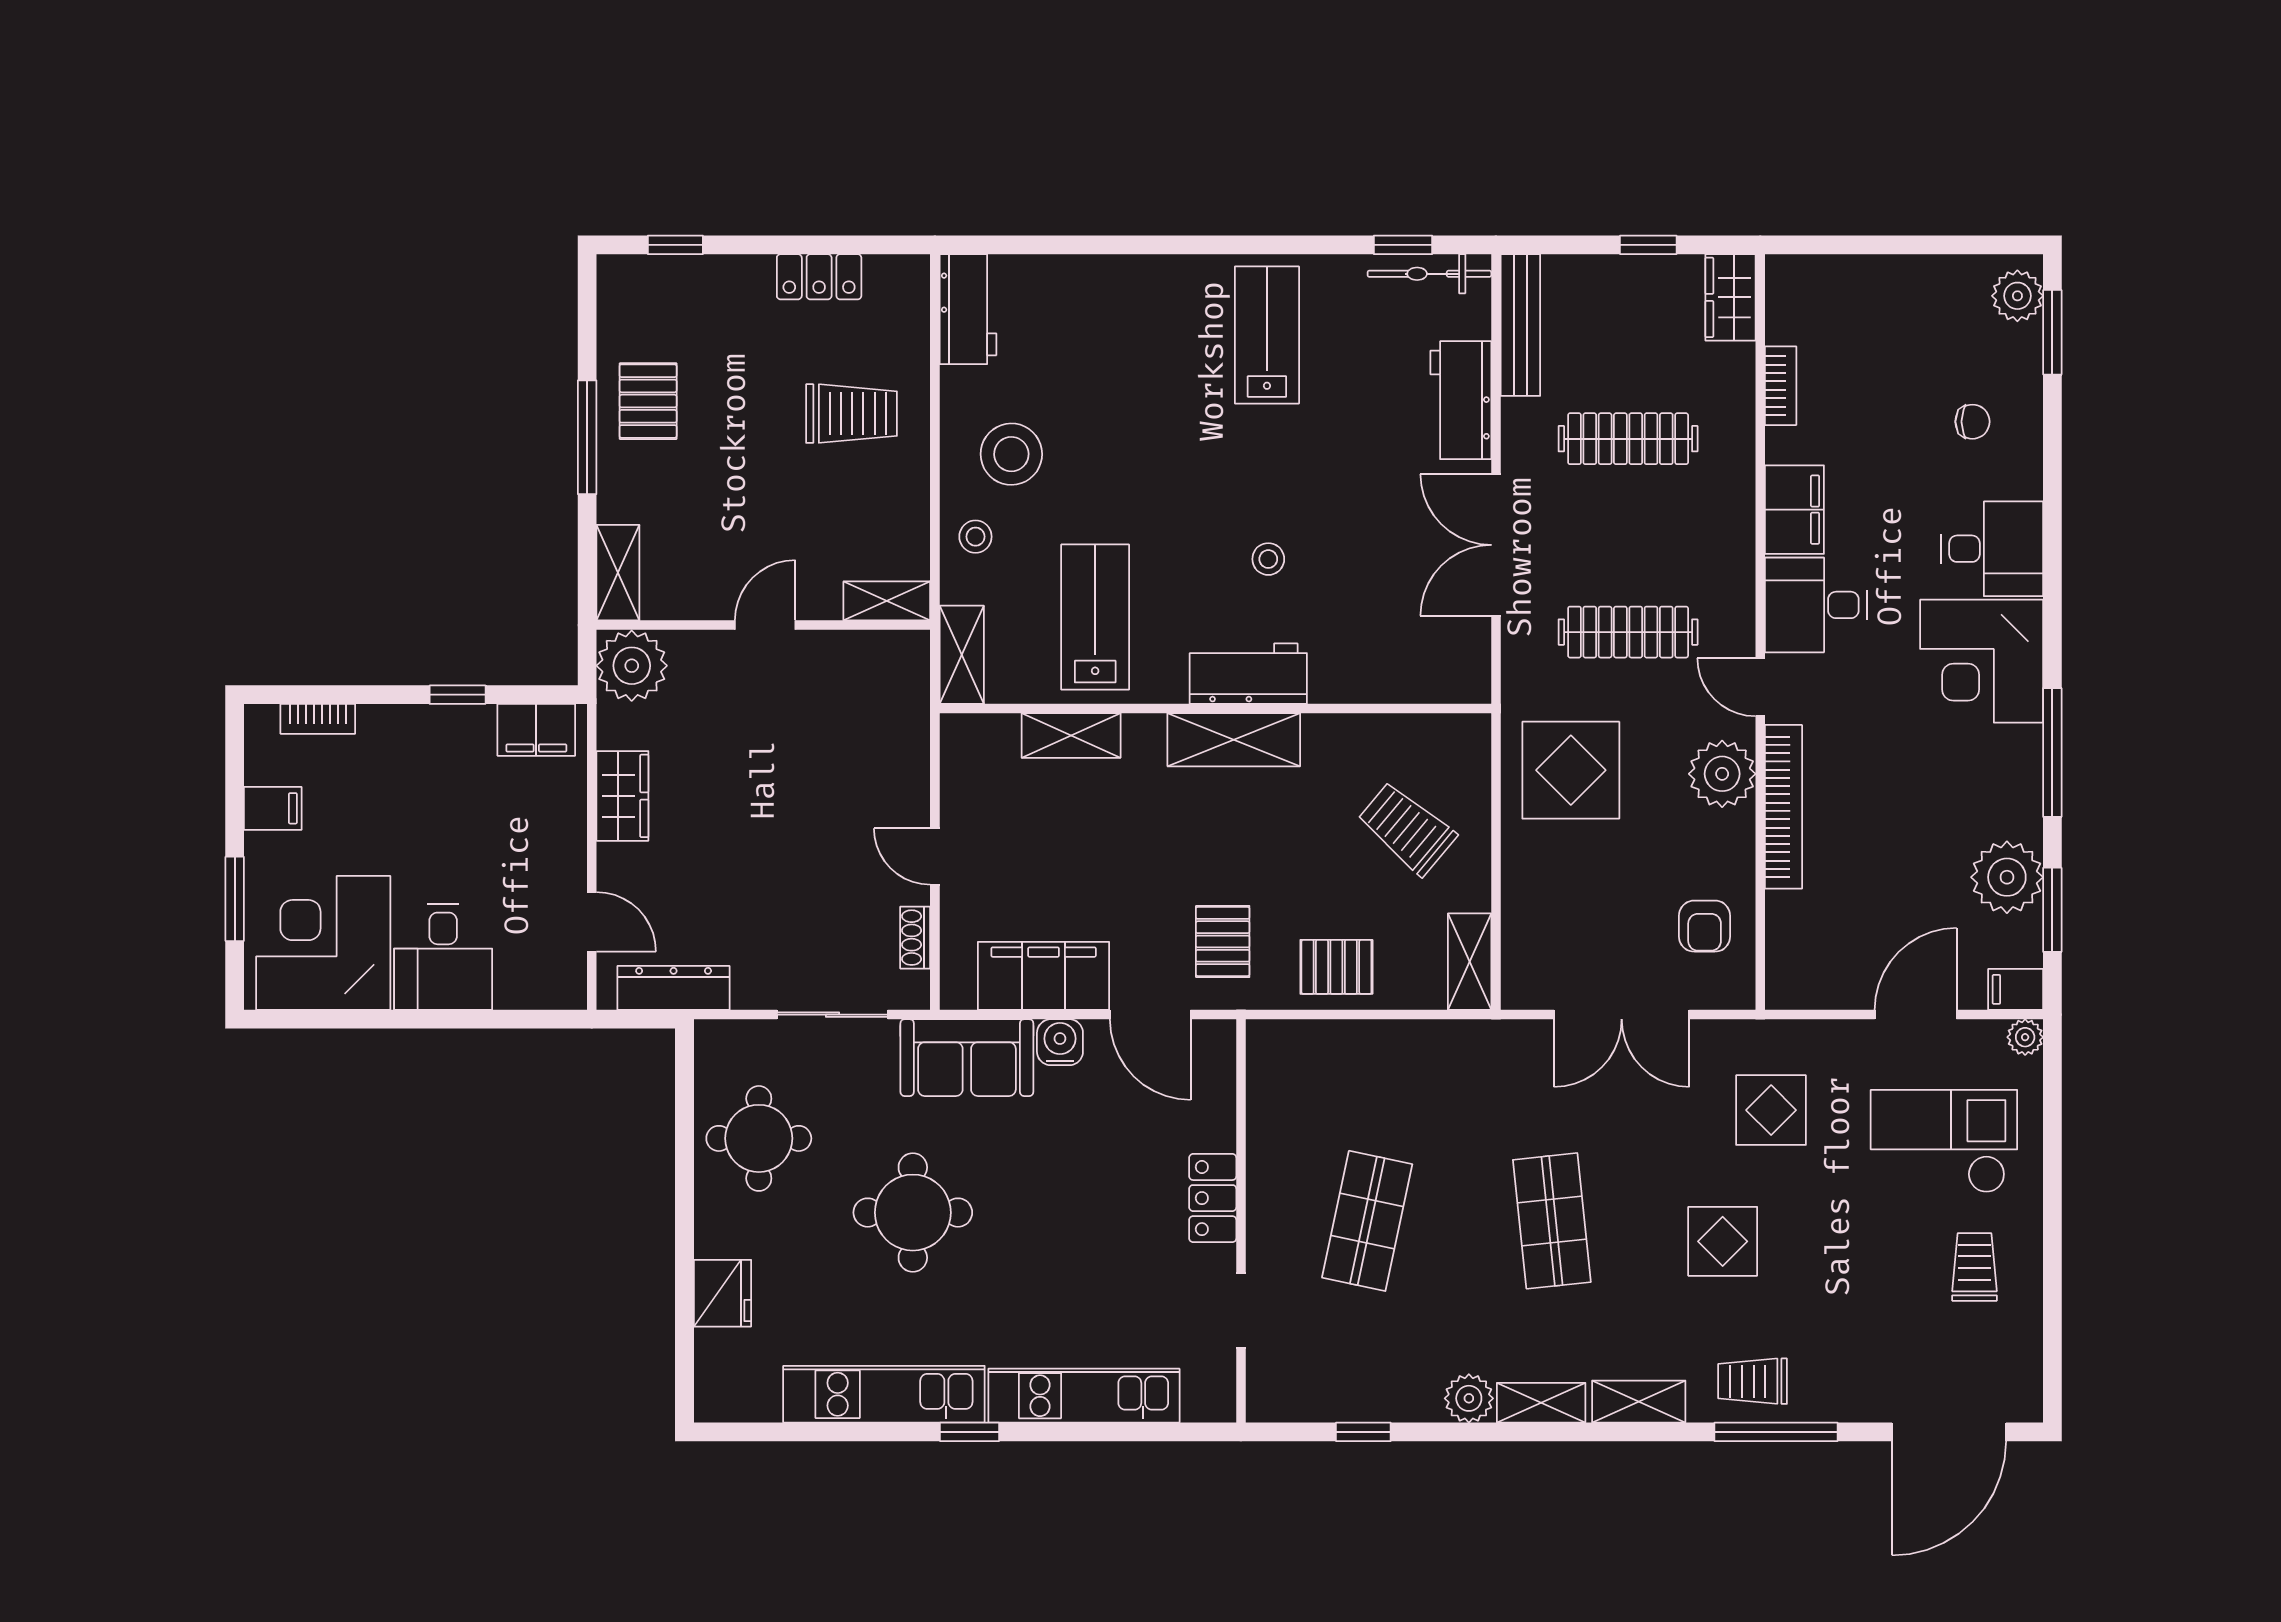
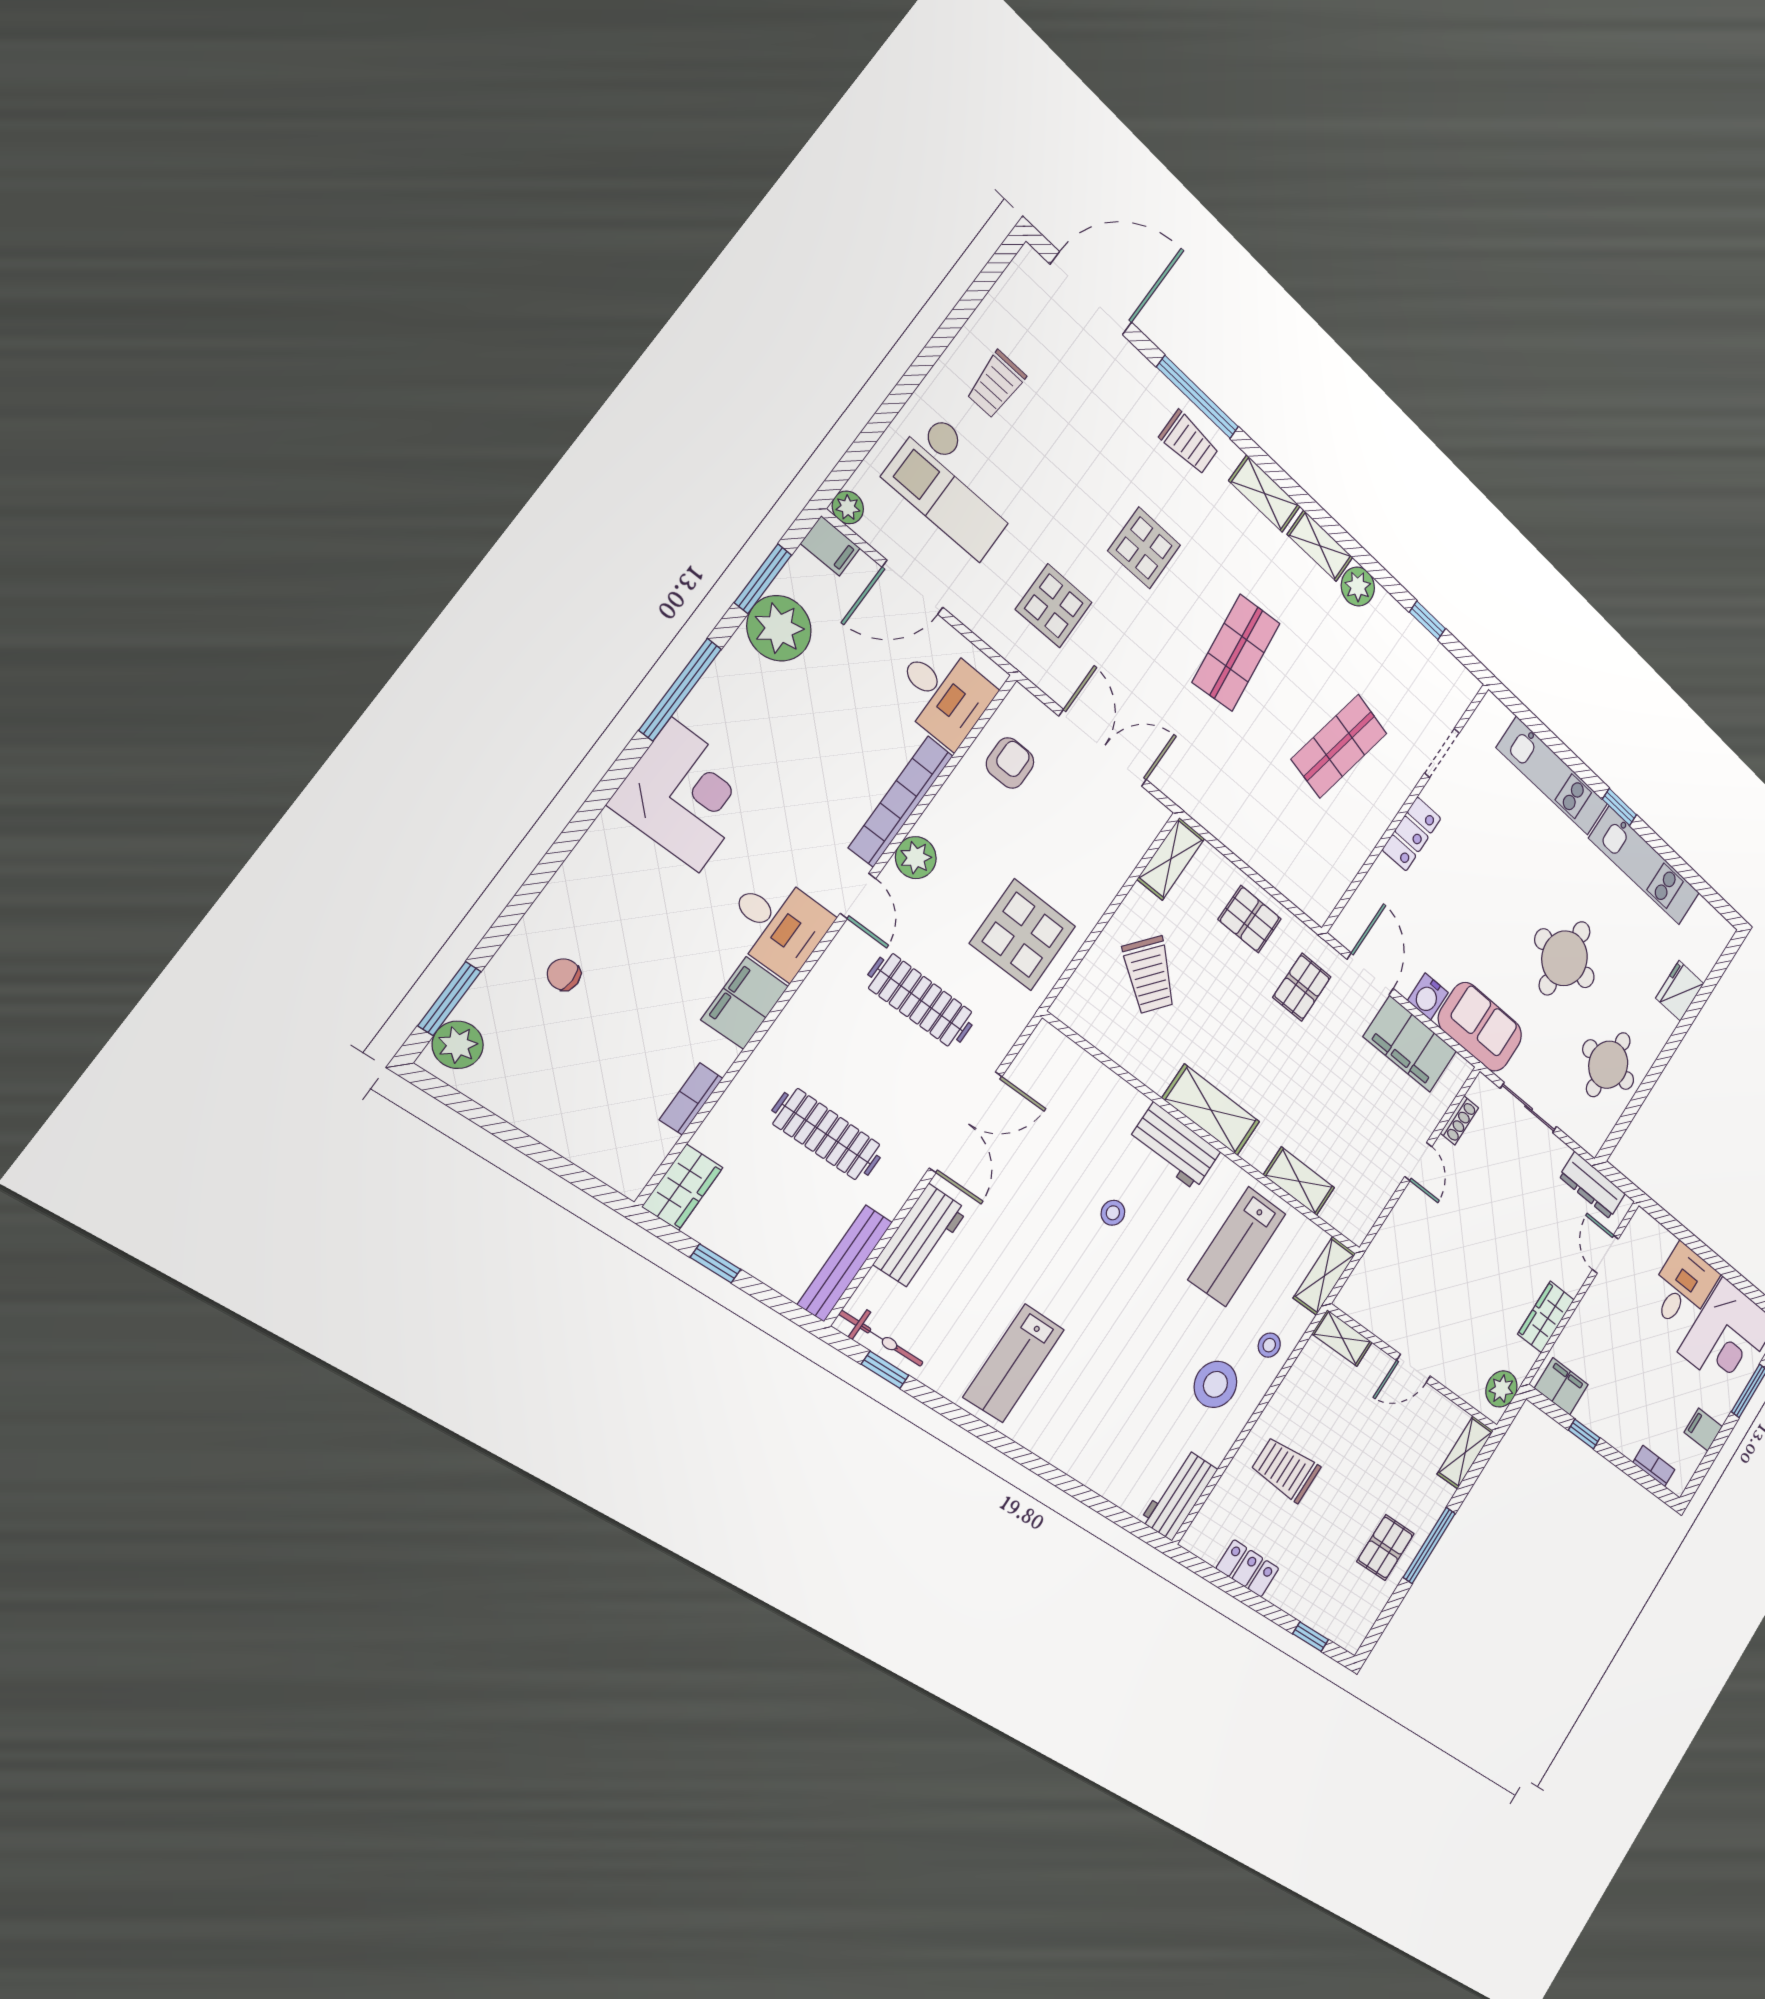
desk: (1992, 549) -> (944, 694), moved, turned 180
plant: (632, 666) -> (1501, 1389), width x0.73, depth x0.73
plant: (1722, 774) -> (916, 858), width x0.73, depth x0.73

